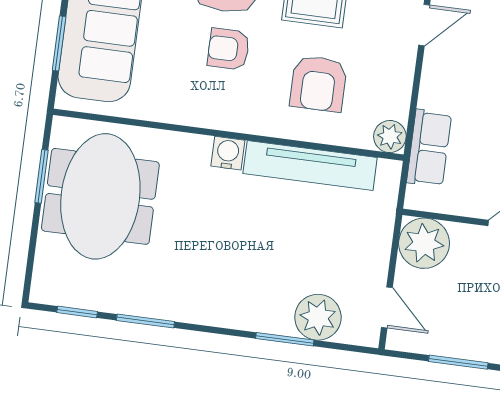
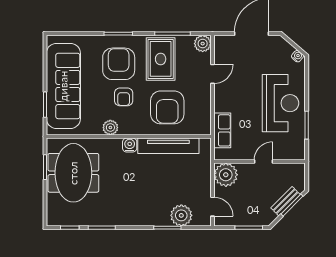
armchair: (228, 49) -> (124, 97), turned -90
armchair: (318, 84) -> (167, 107), width x1.36, depth x1.36
plant: (390, 137) -> (110, 128), moved

